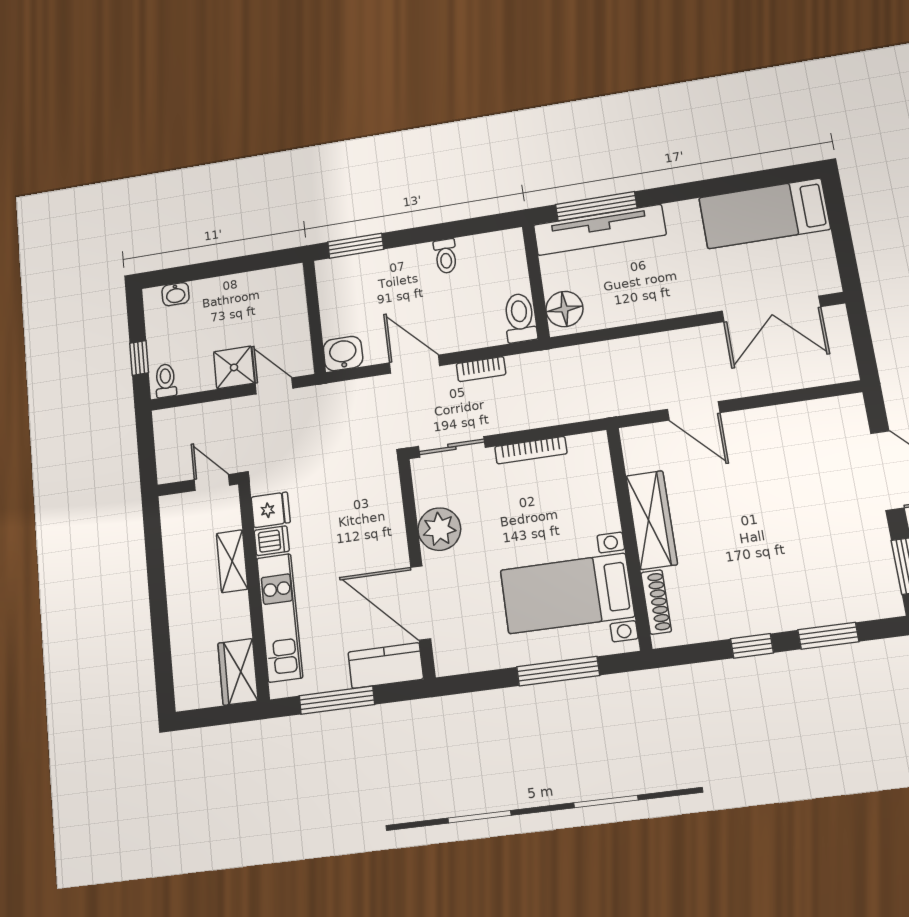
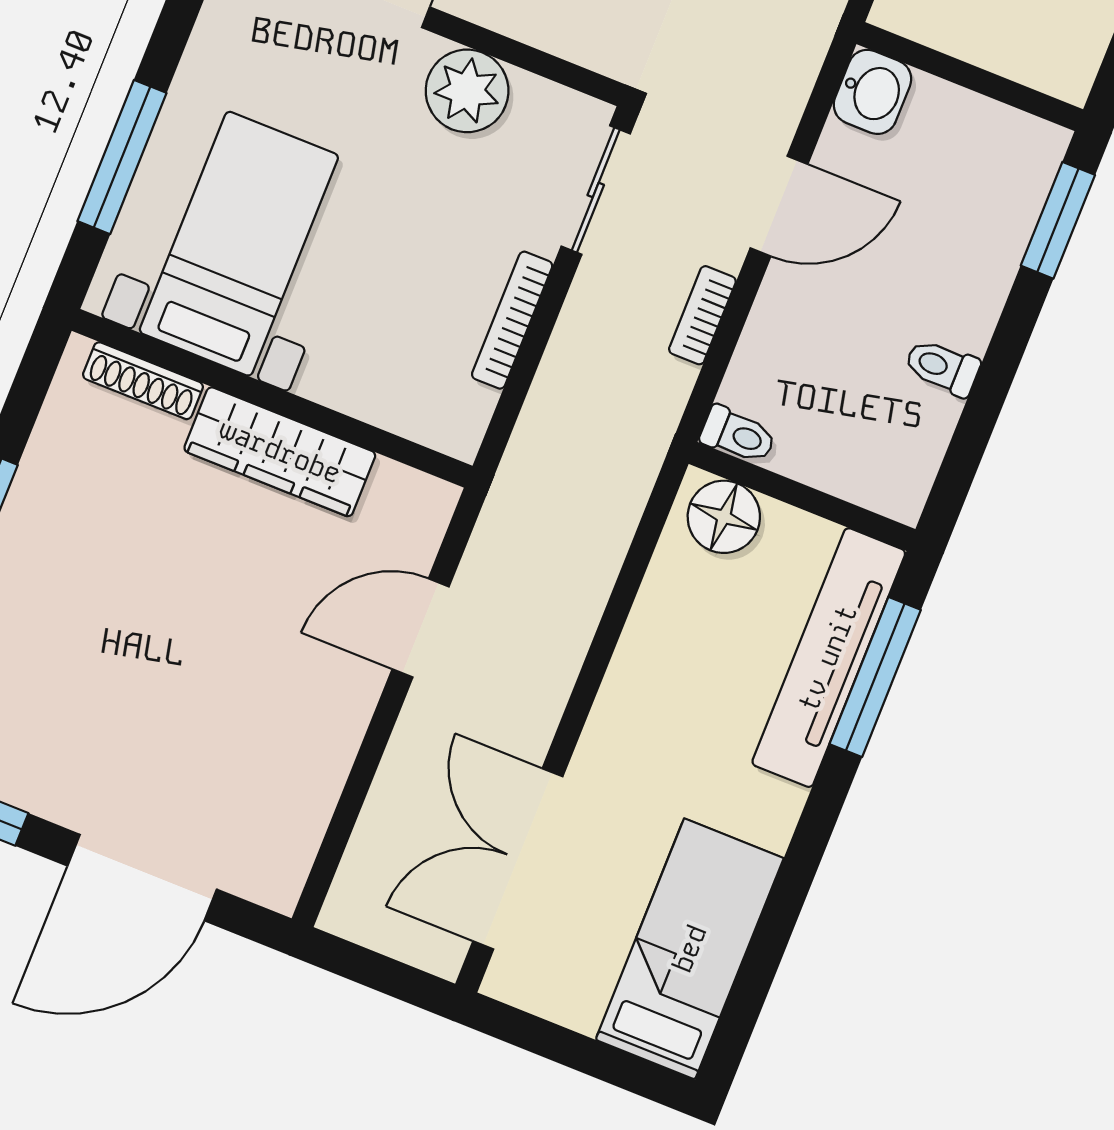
toilet: (520, 318) -> (738, 435), width x0.73, depth x0.72

